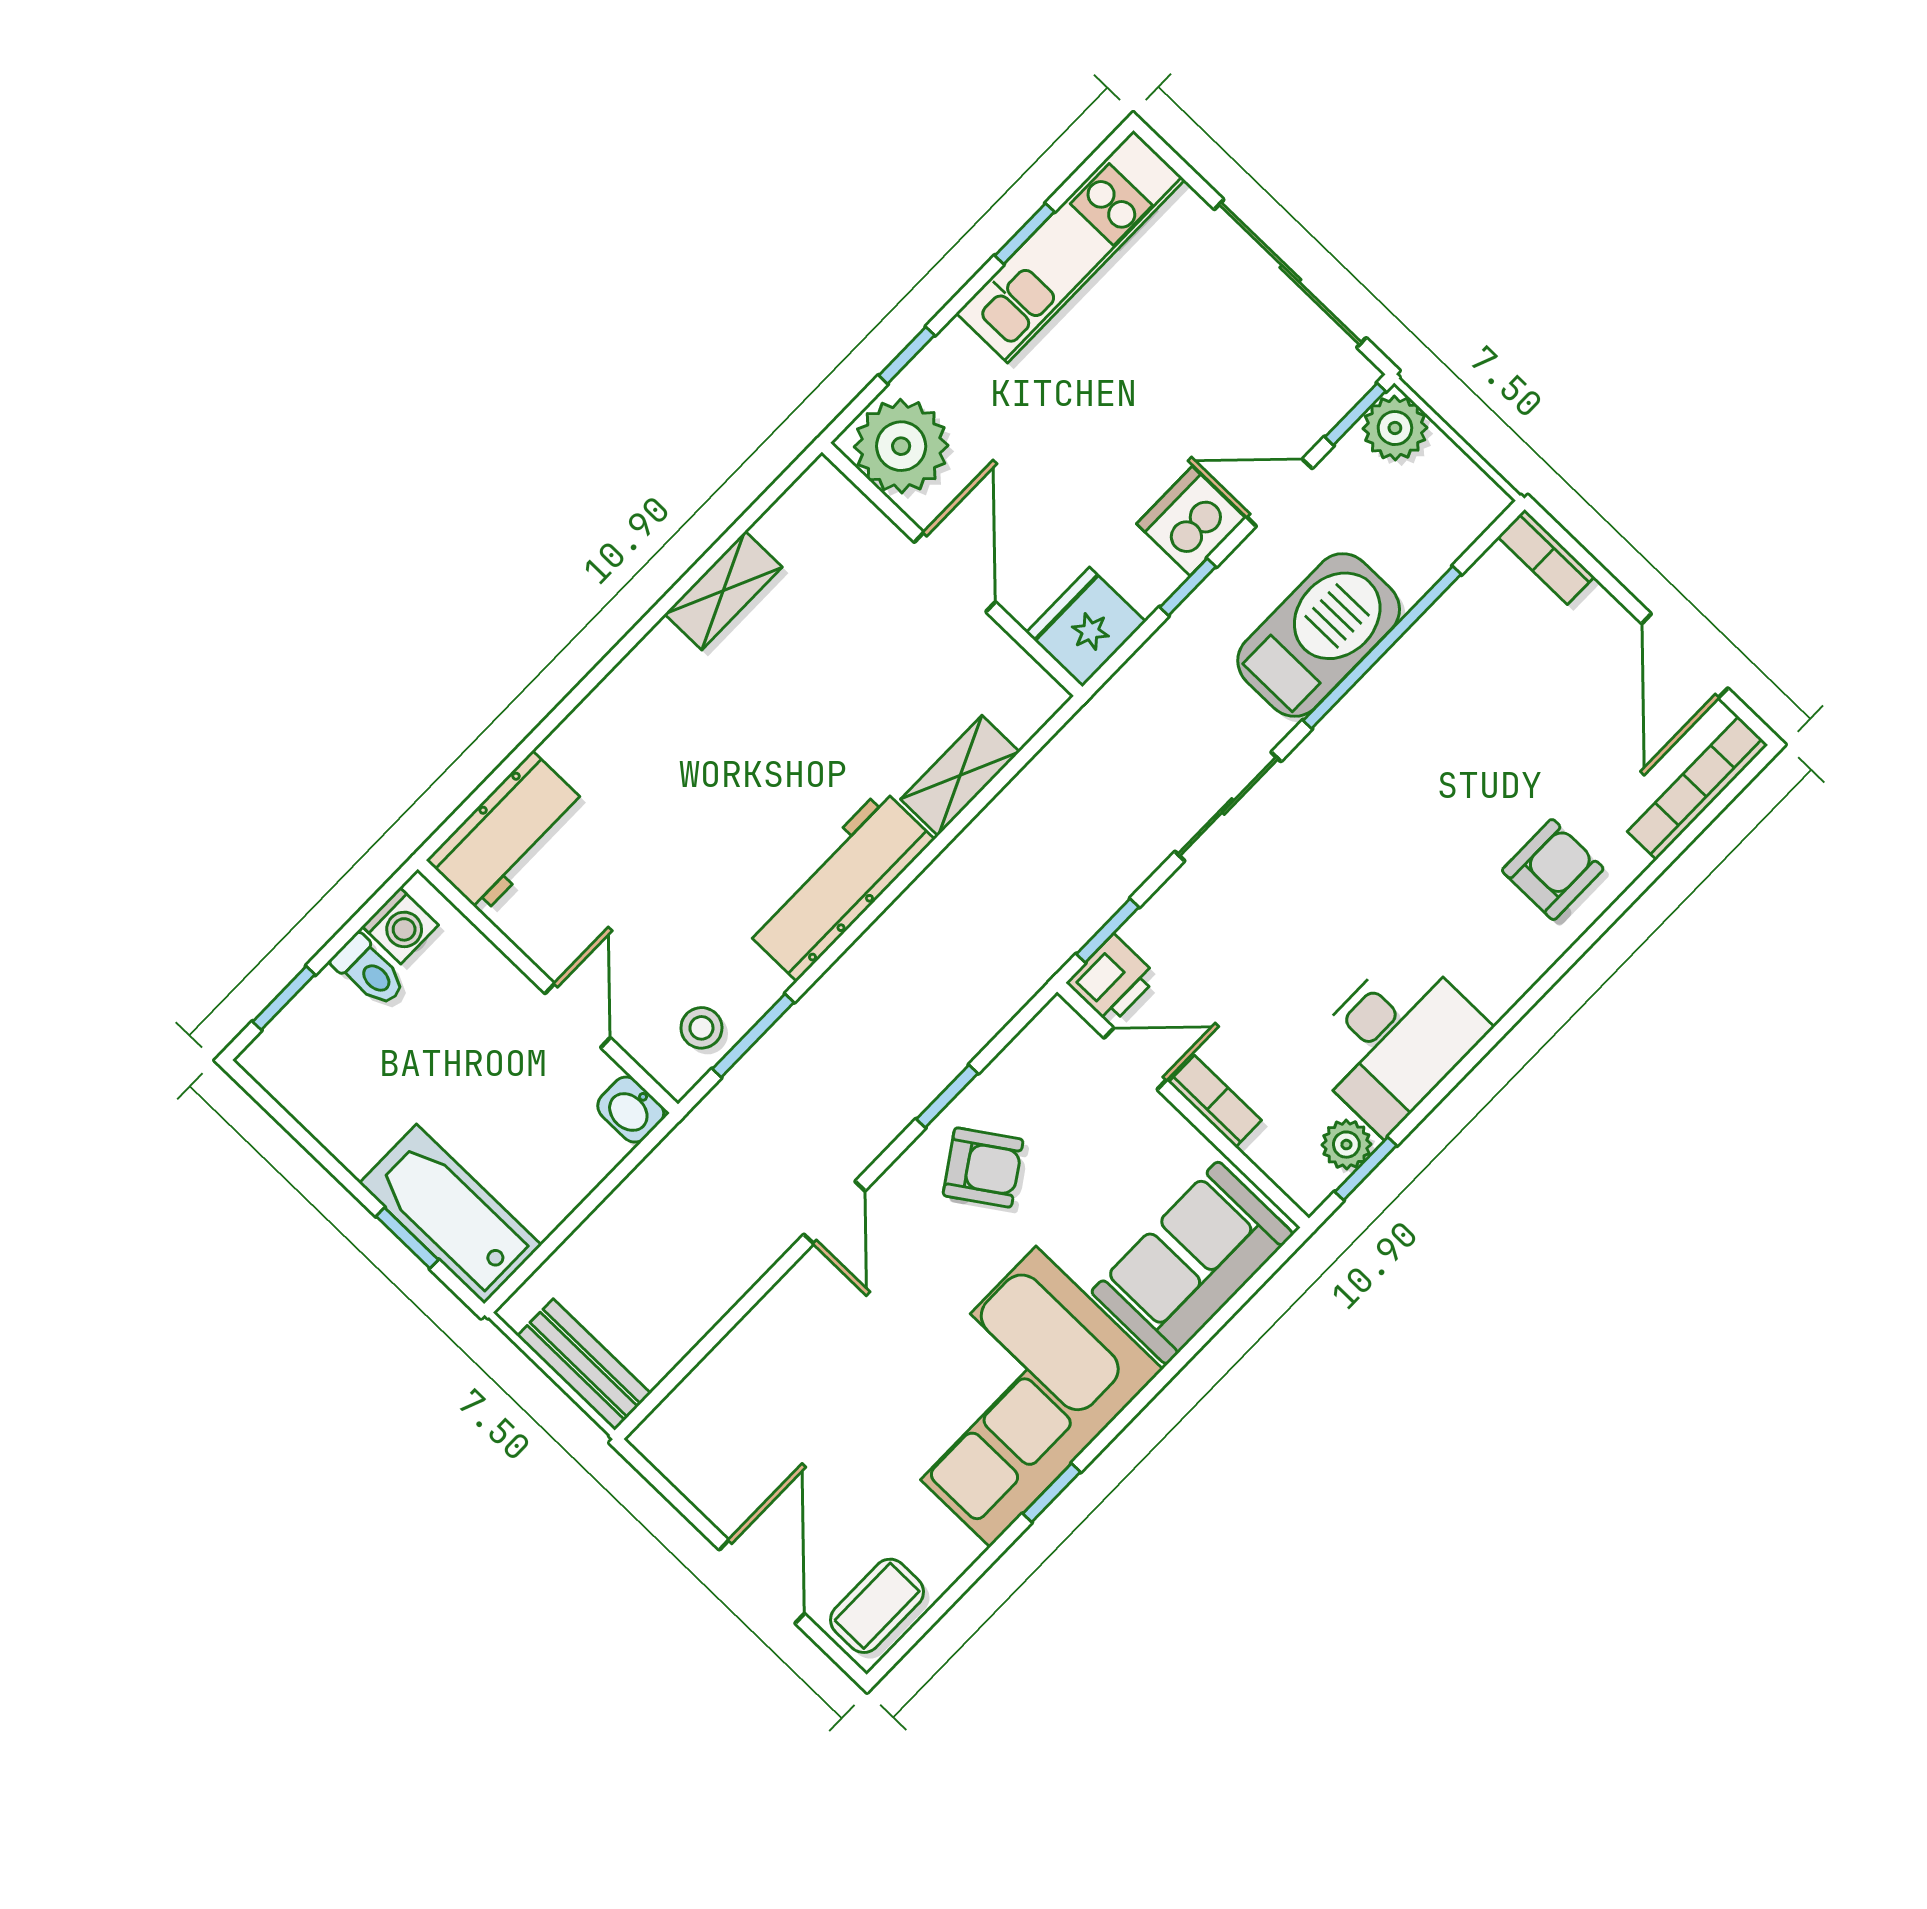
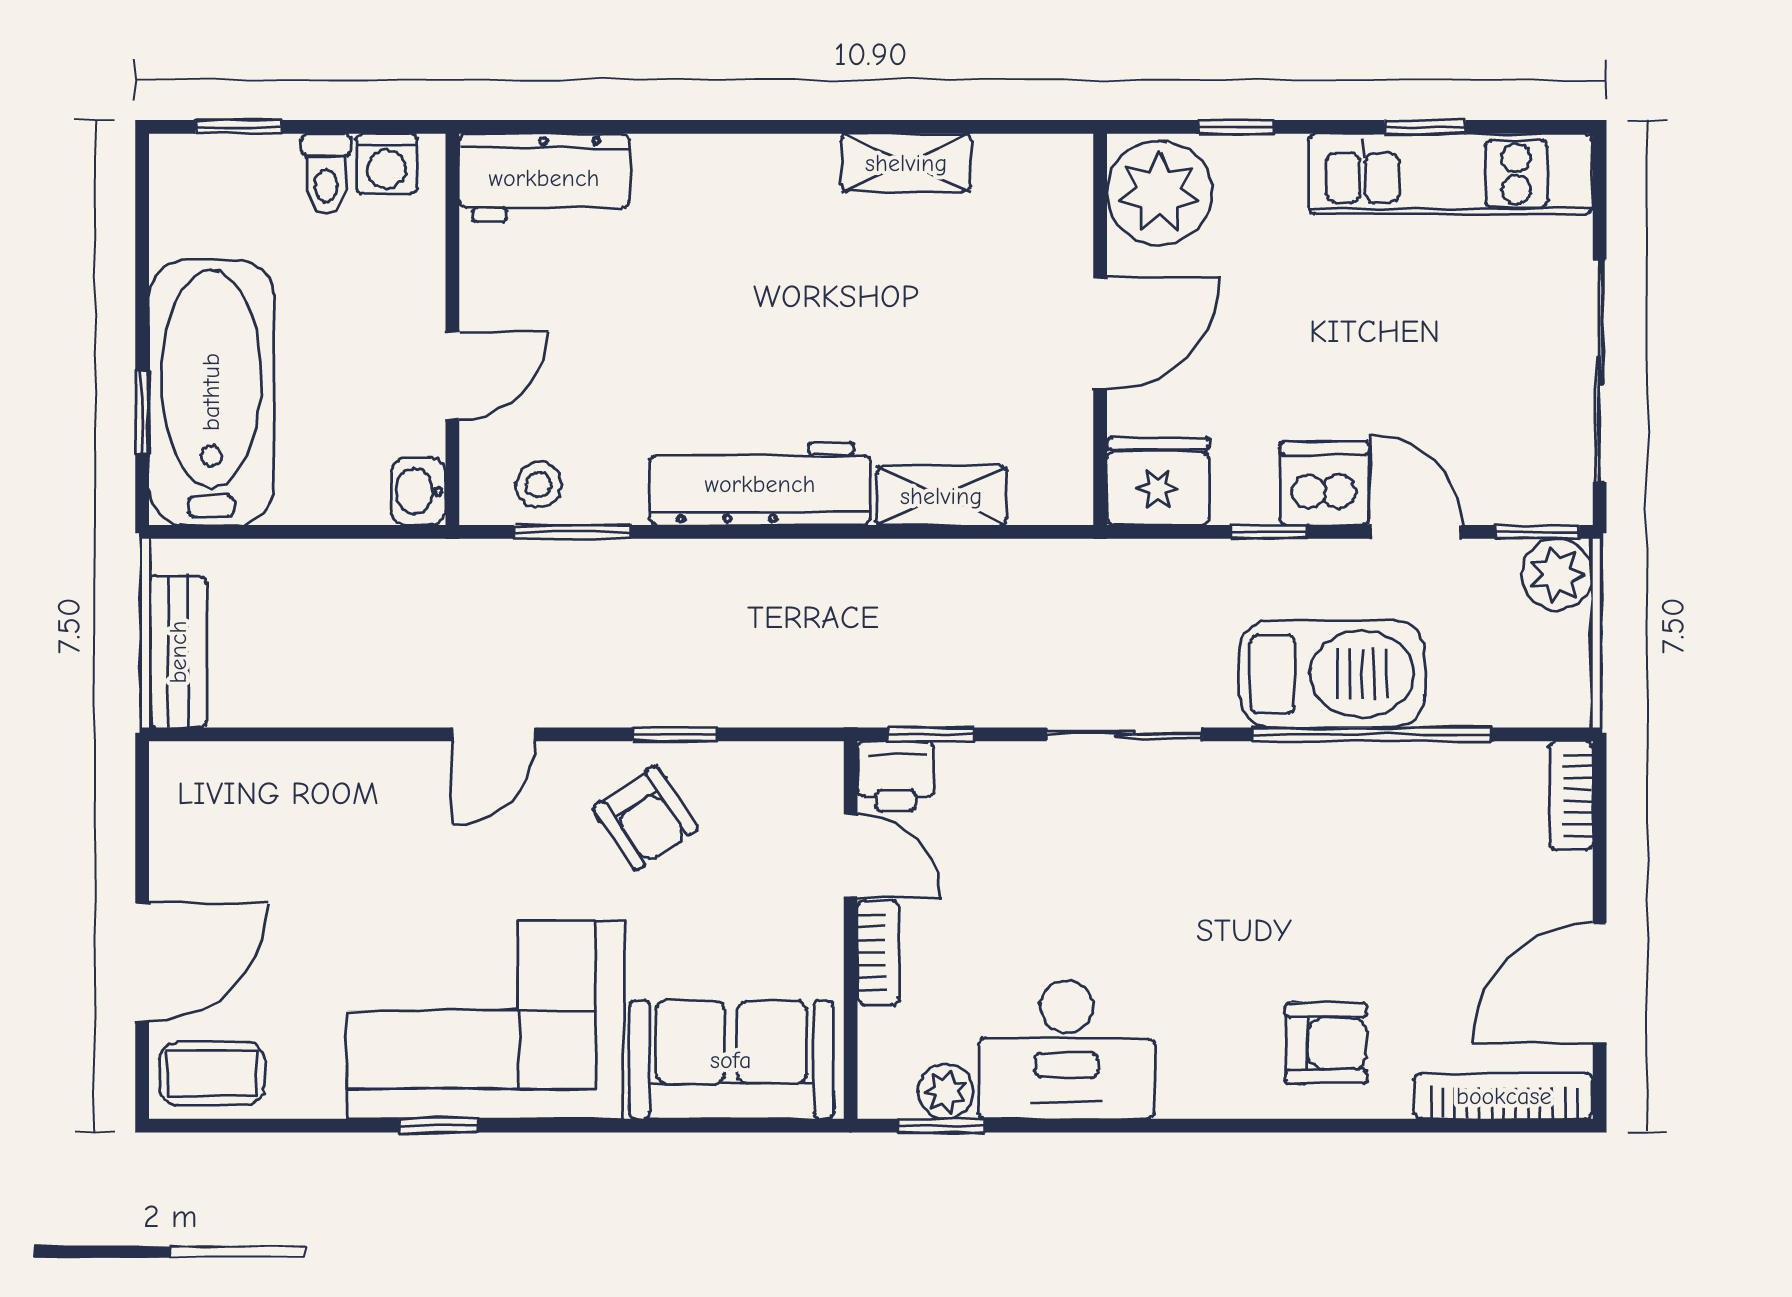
bathtub: (450, 1214) -> (211, 392), width x1.36, depth x1.36

